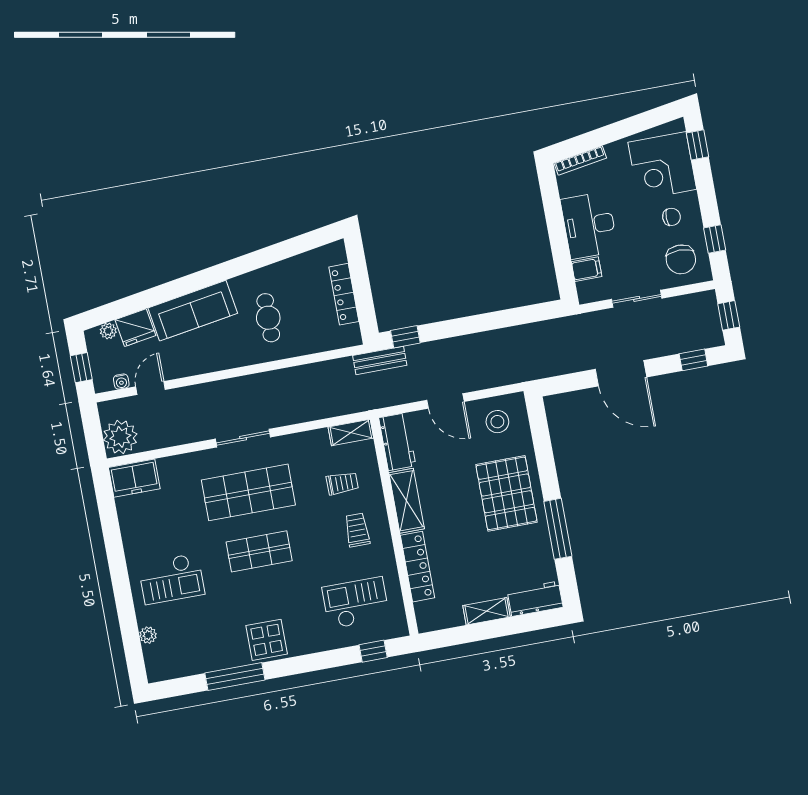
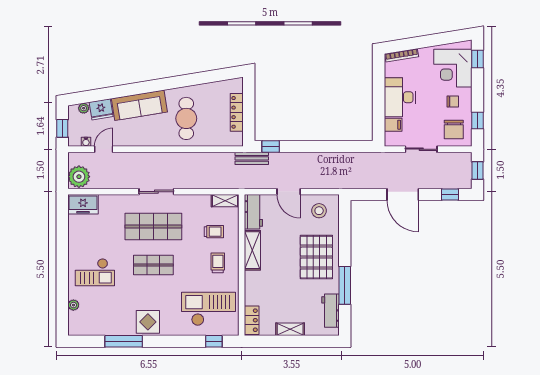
cafe table: (268, 318) -> (186, 118), width x1.37, depth x1.35
locker: (417, 567) -> (252, 320), moved, width x0.66
workbench: (535, 599) -> (330, 311), moved, turned -90
checkout: (356, 603) -> (208, 309), width x1.36, depth x1.21

